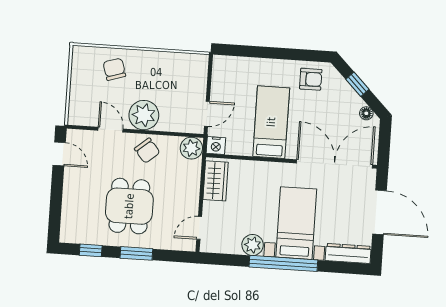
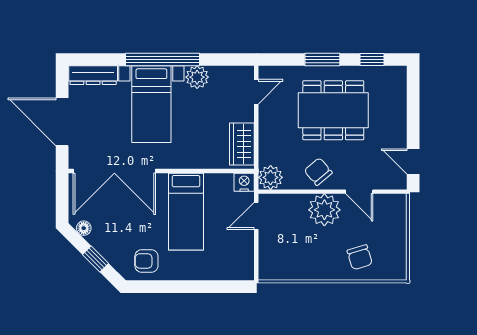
dining table: (129, 206) -> (333, 110), width x1.37

